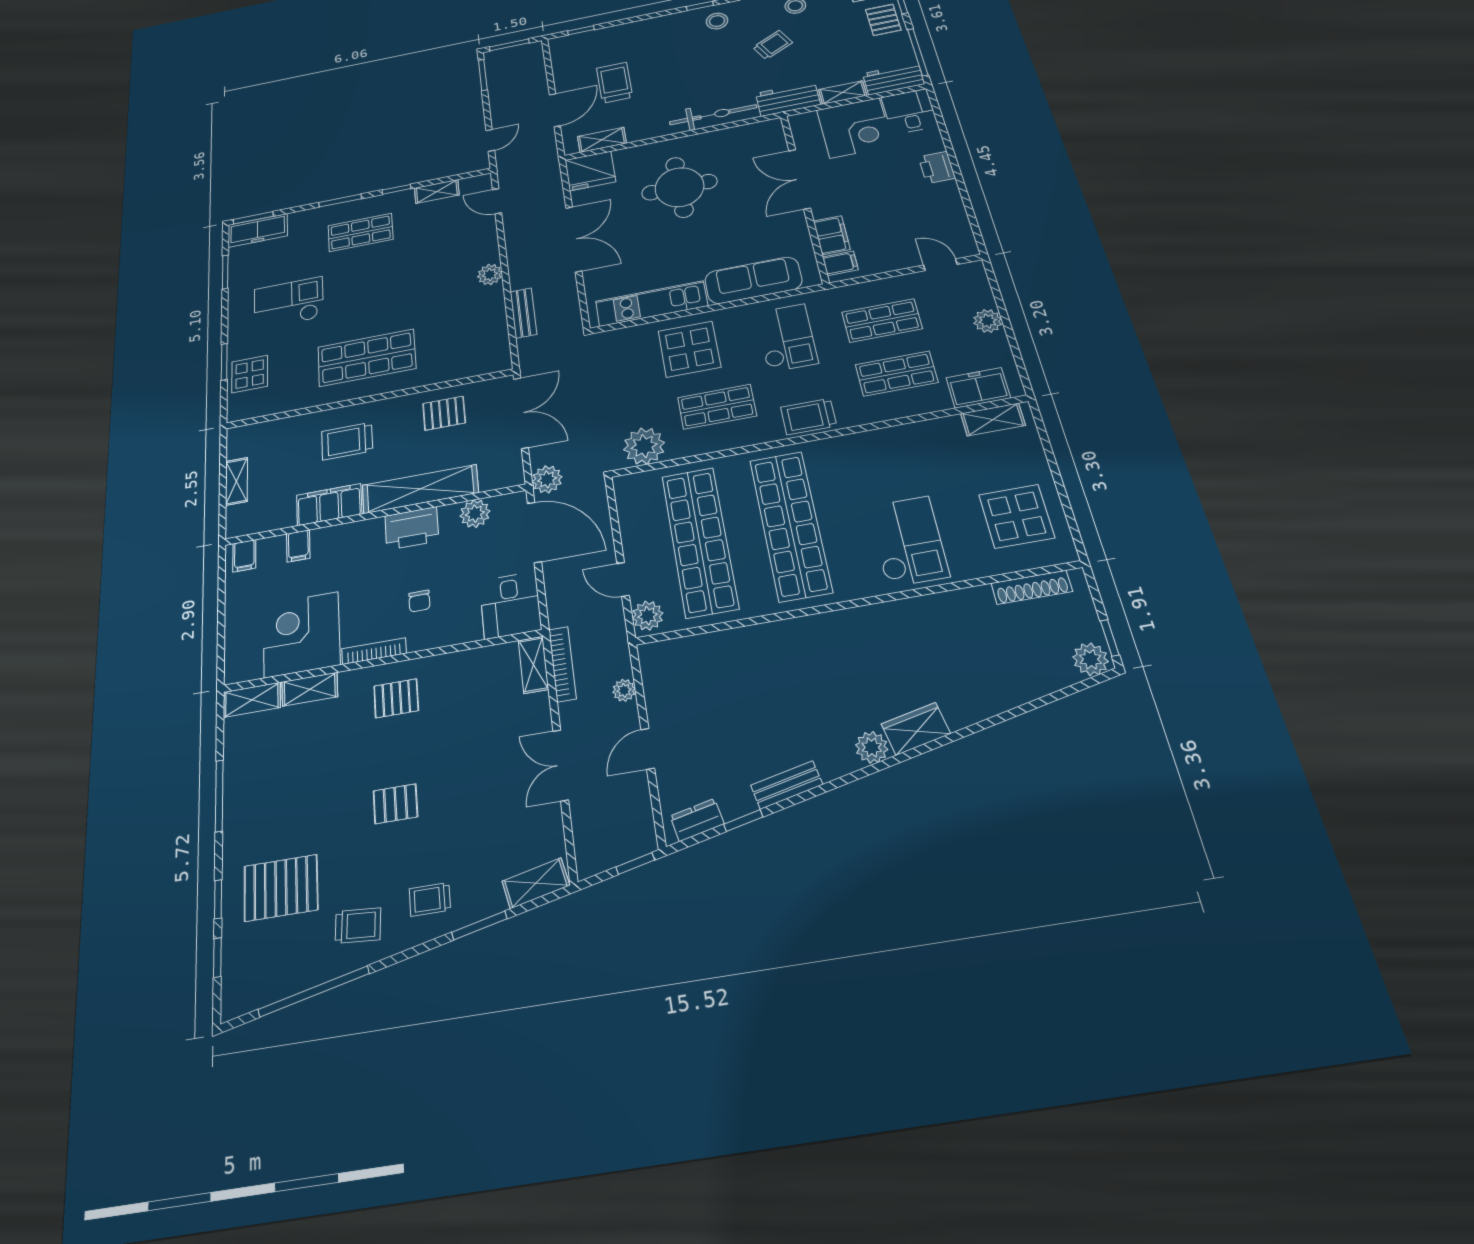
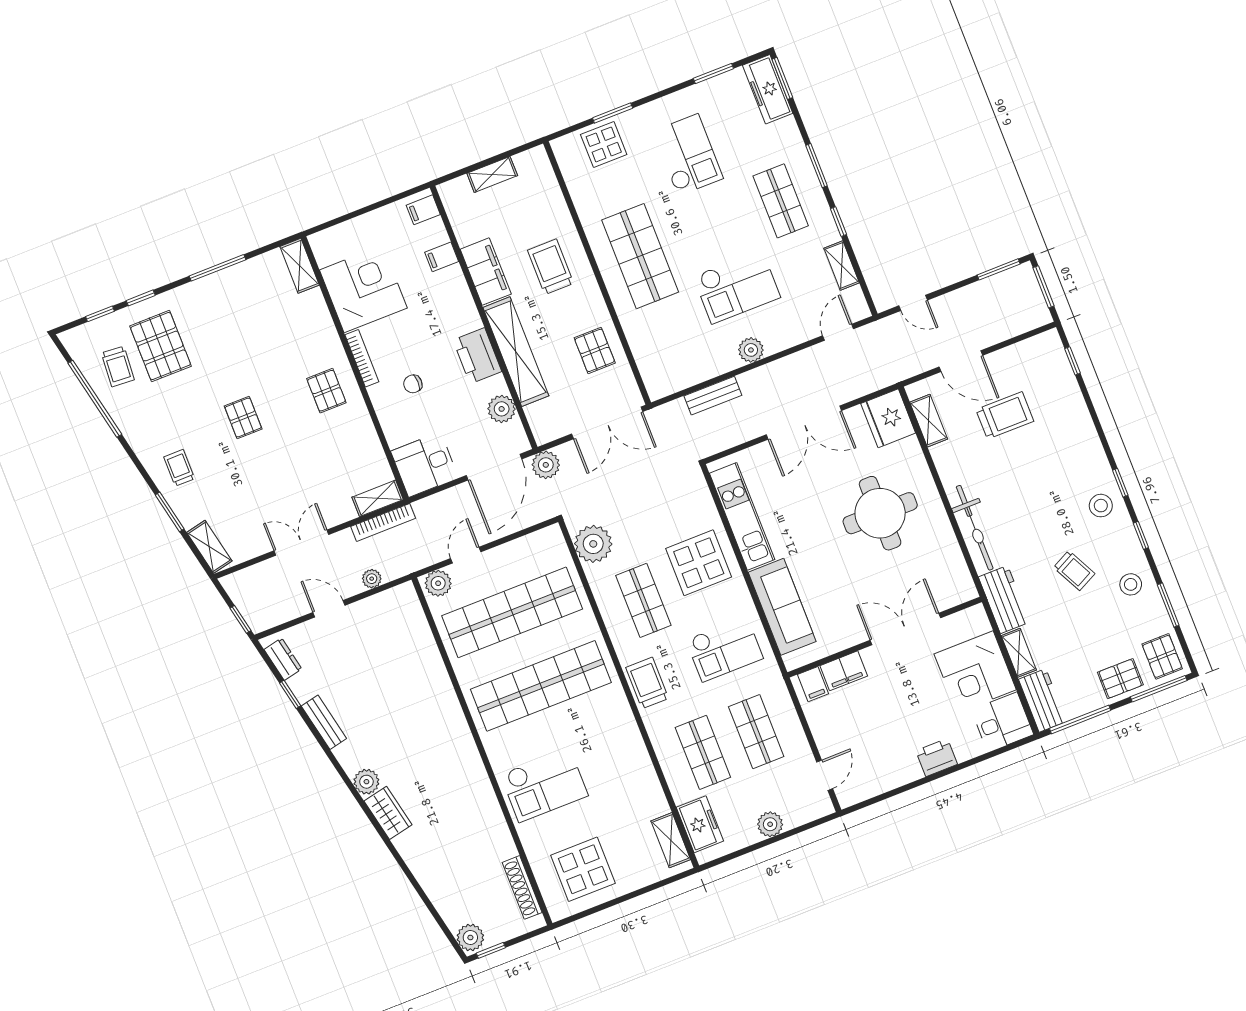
checkout: (426, 279) -> (737, 287), added
shelving: (310, 689) -> (319, 313), removed
trolley: (358, 926) -> (118, 366), moved

